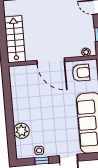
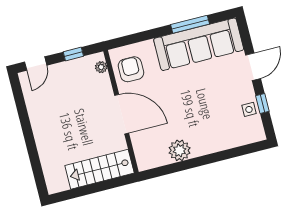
door: (51, 61) -> (122, 114), hinge flipped
plant: (21, 131) -> (180, 150), moved

